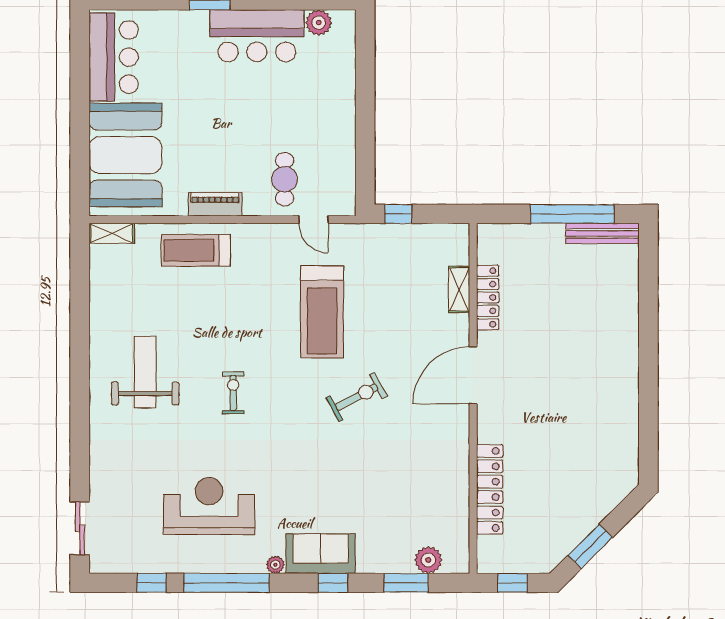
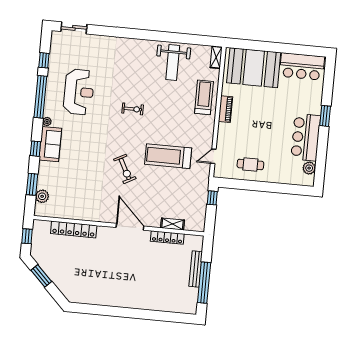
cafe table: (285, 179) -> (250, 164), moved
bench: (602, 233) -> (196, 269), moved
weight bench: (145, 372) -> (173, 62), moved, turned 90

